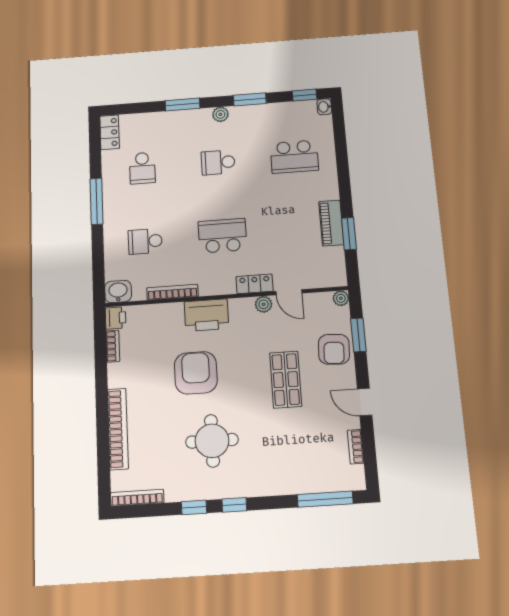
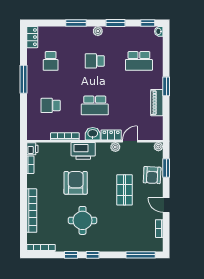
window: (349, 234) -> (166, 86), moved
school desk: (222, 236) -> (95, 105), turned 180
washbasin: (118, 292) -> (93, 134), moved
door: (289, 292) -> (130, 141), swing flipped

